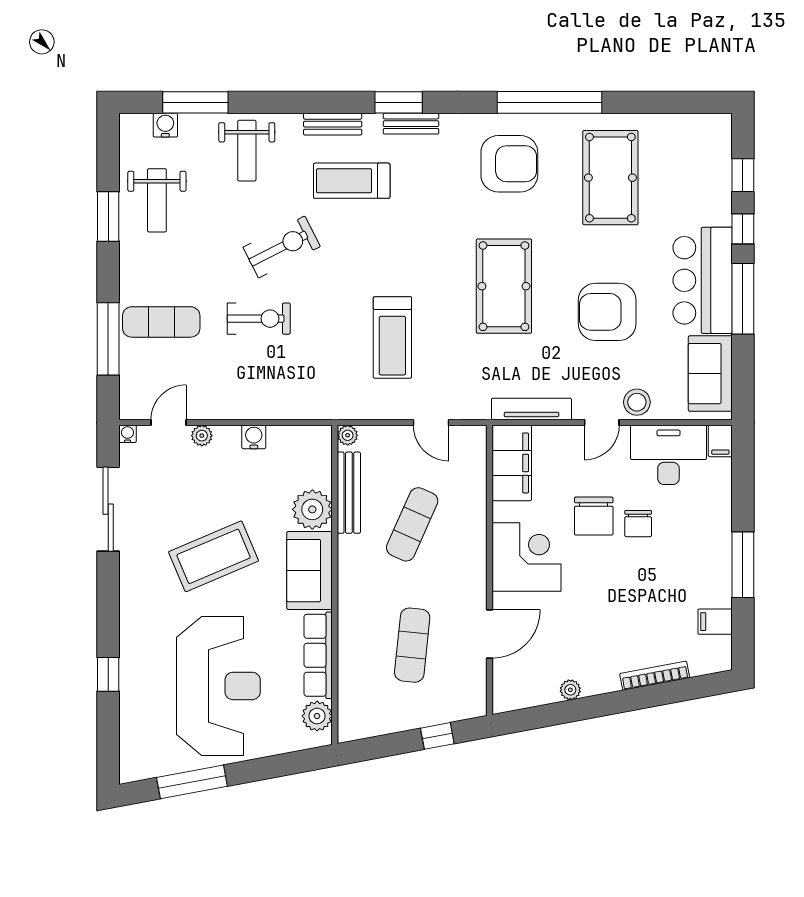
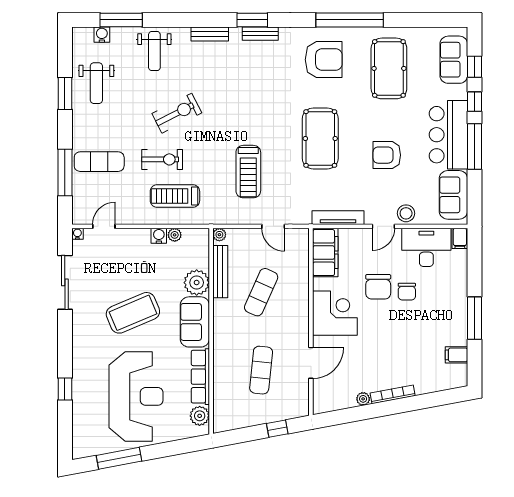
sofa: (711, 164) -> (454, 60), added
treadmill: (352, 181) -> (175, 196), moved
armchair: (607, 312) -> (387, 155), width x0.73, depth x0.73
plant: (202, 436) -> (175, 235), moved
bookcase: (655, 676) -> (393, 394), moved

